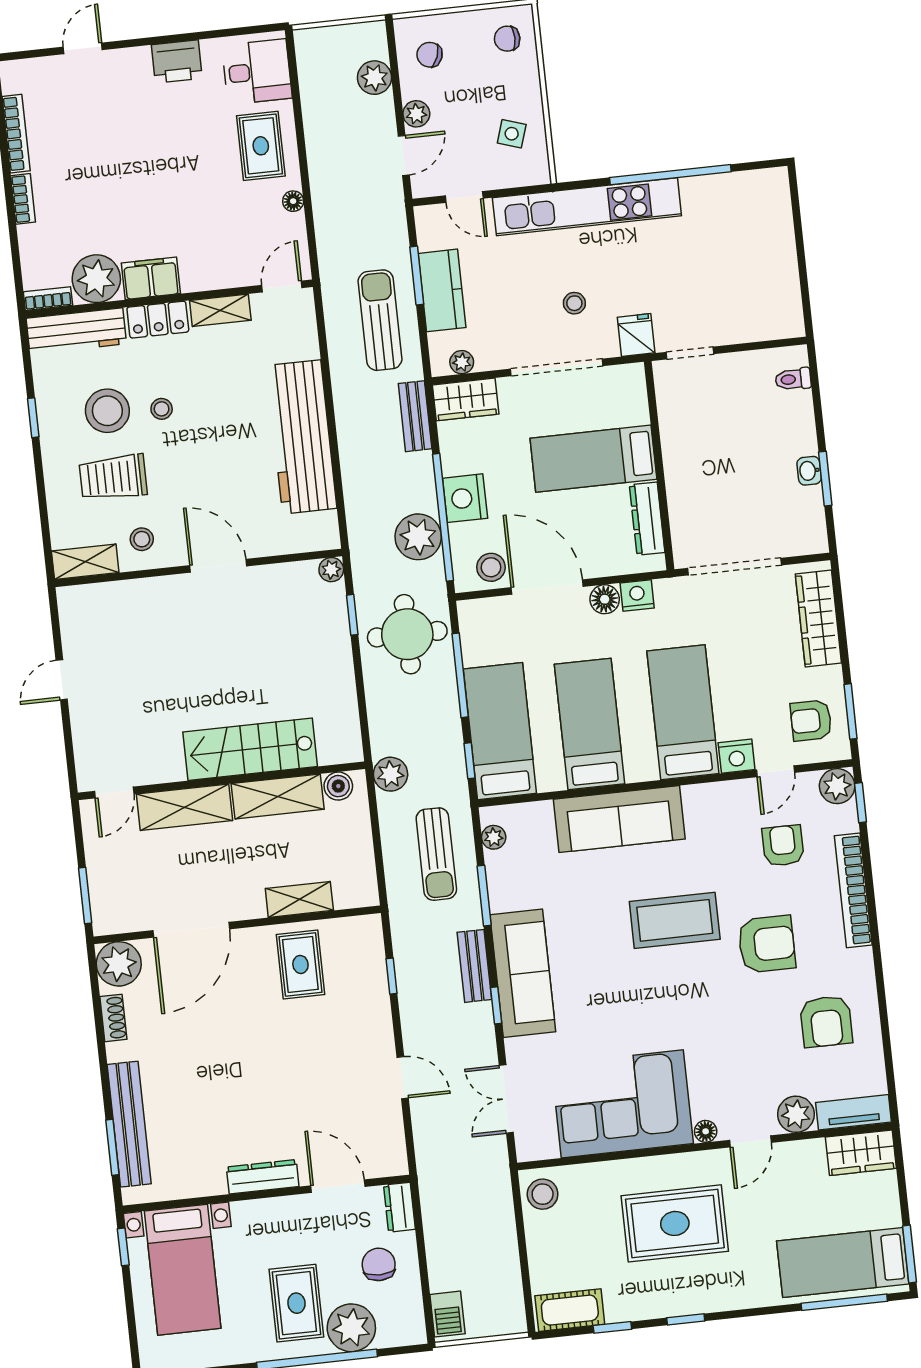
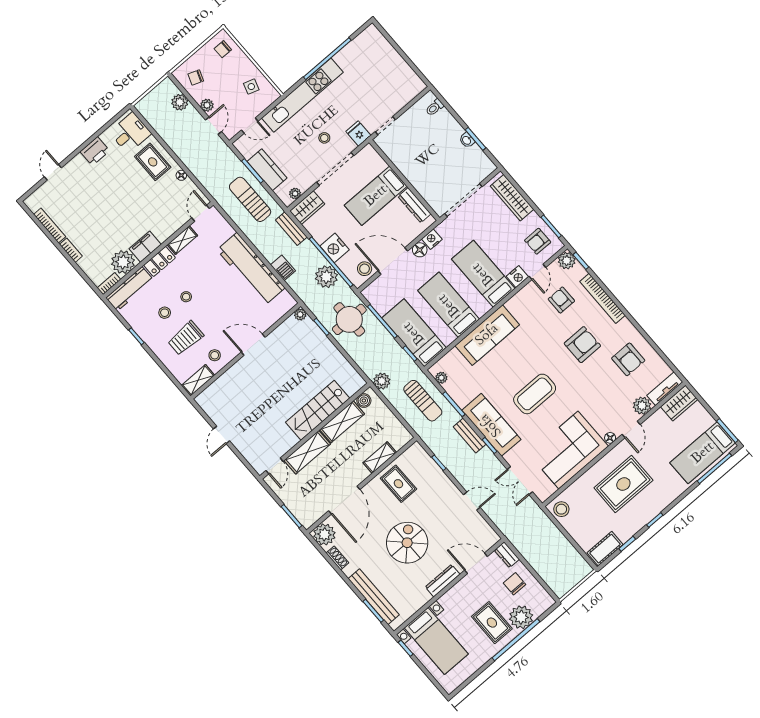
stool: (107, 411) -> (165, 313), width x0.53, depth x0.53
coffee table: (675, 920) -> (535, 394), moved
spiral stairs: (247, 1073) -> (407, 543), added
barbecue: (447, 1314) -> (283, 268), moved

